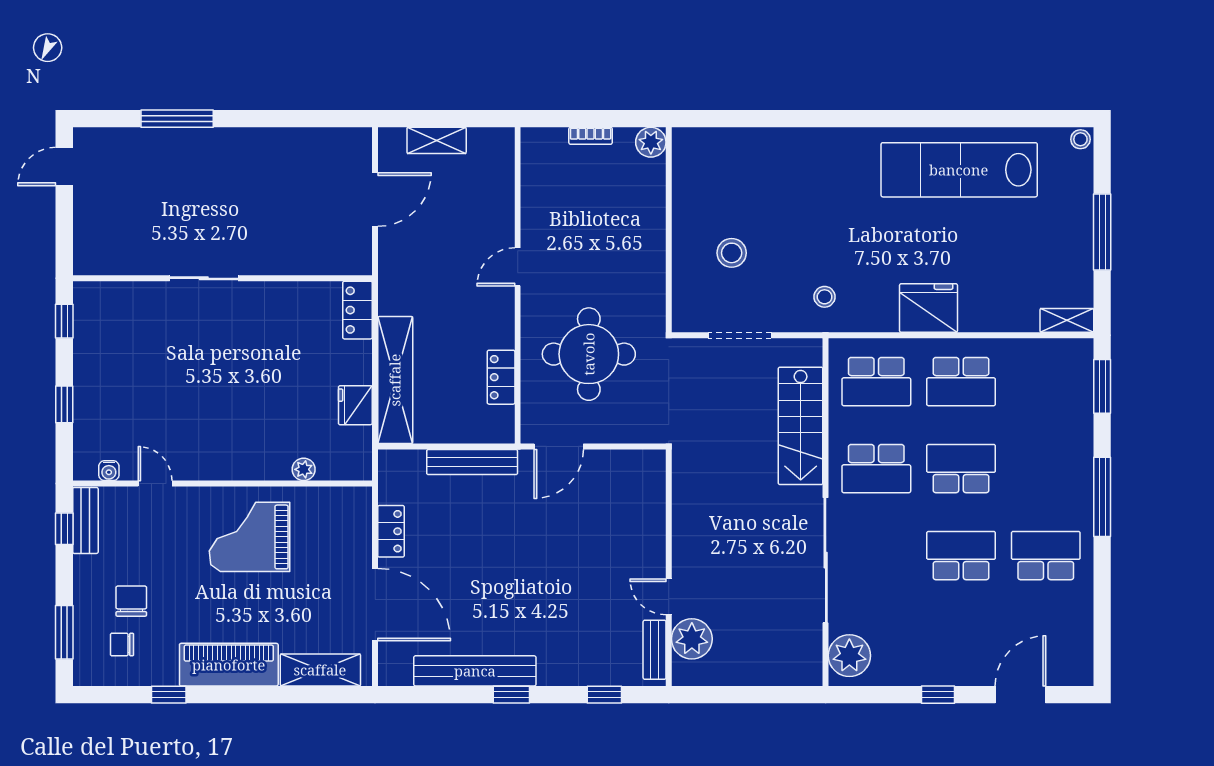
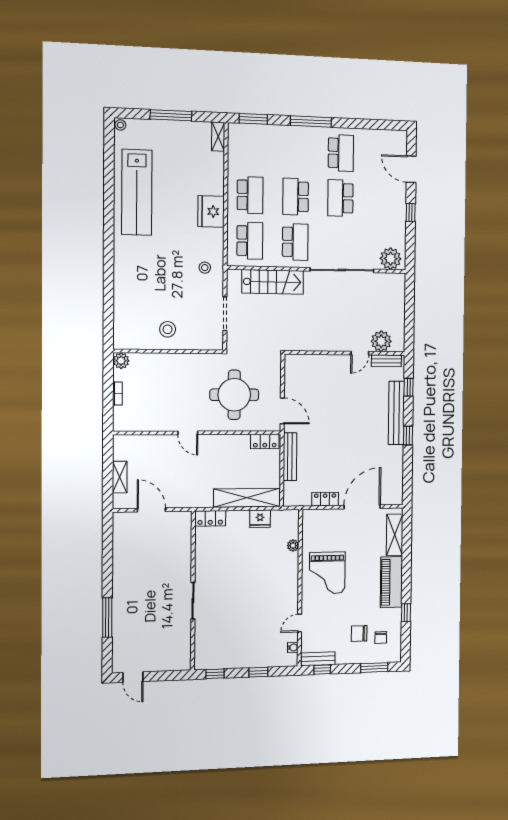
stool: (732, 253) -> (168, 329), moved
locker: (501, 377) -> (265, 441), moved
school desk: (1046, 556) -> (341, 153), turned 180
bench: (475, 671) -> (396, 413), moved

